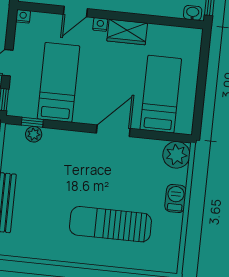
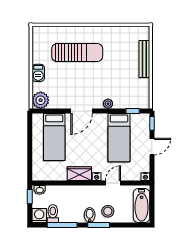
plant: (34, 134) -> (108, 104), moved

